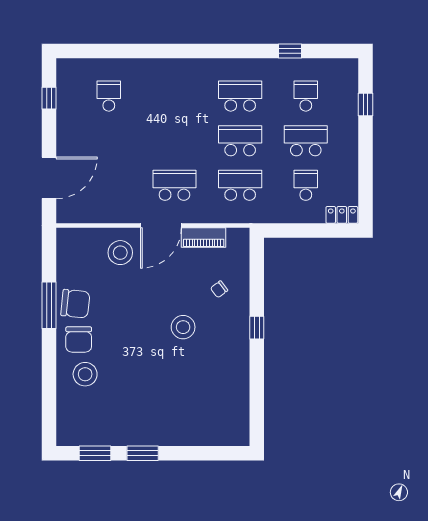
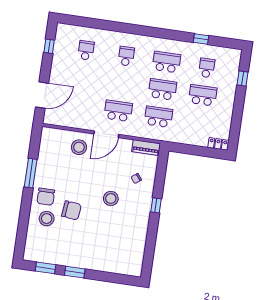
school desk: (306, 185) -> (126, 56), moved
piano: (204, 237) -> (146, 148), moved
chair: (75, 304) -> (71, 210), moved

